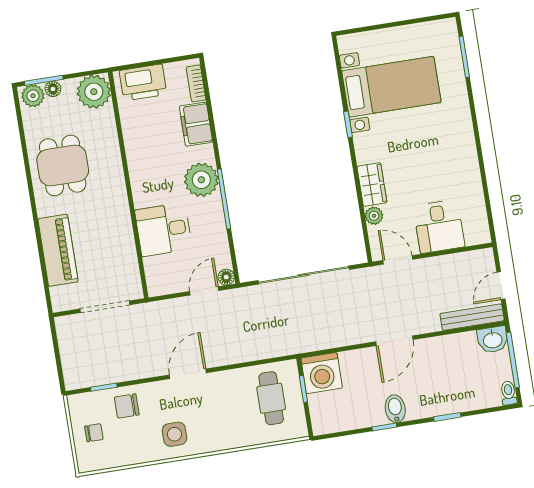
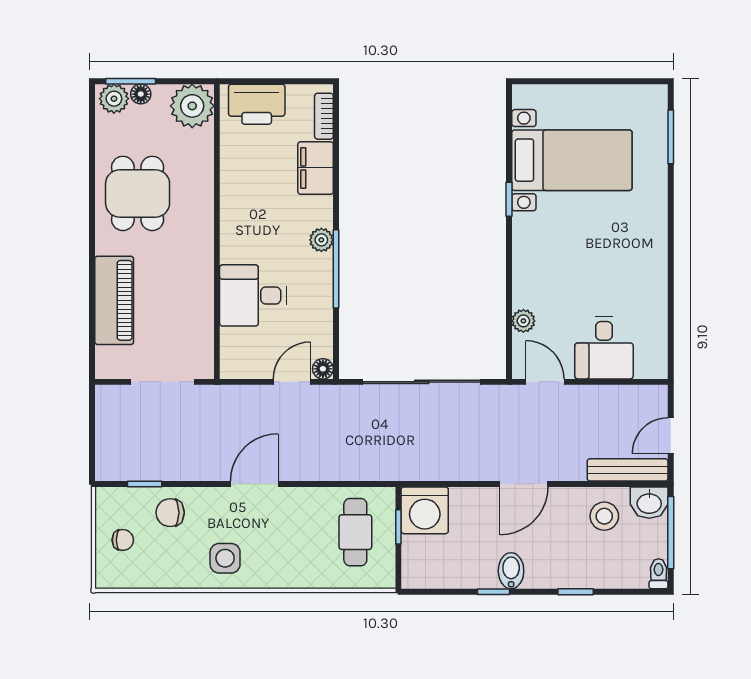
plant: (201, 180) -> (321, 240), width x0.53, depth x0.53
wardrobe: (372, 184) -> (527, 281), removed
stool: (460, 355) -> (604, 516), added

